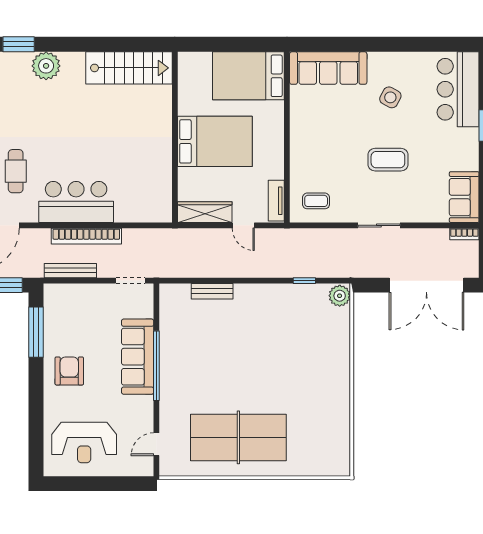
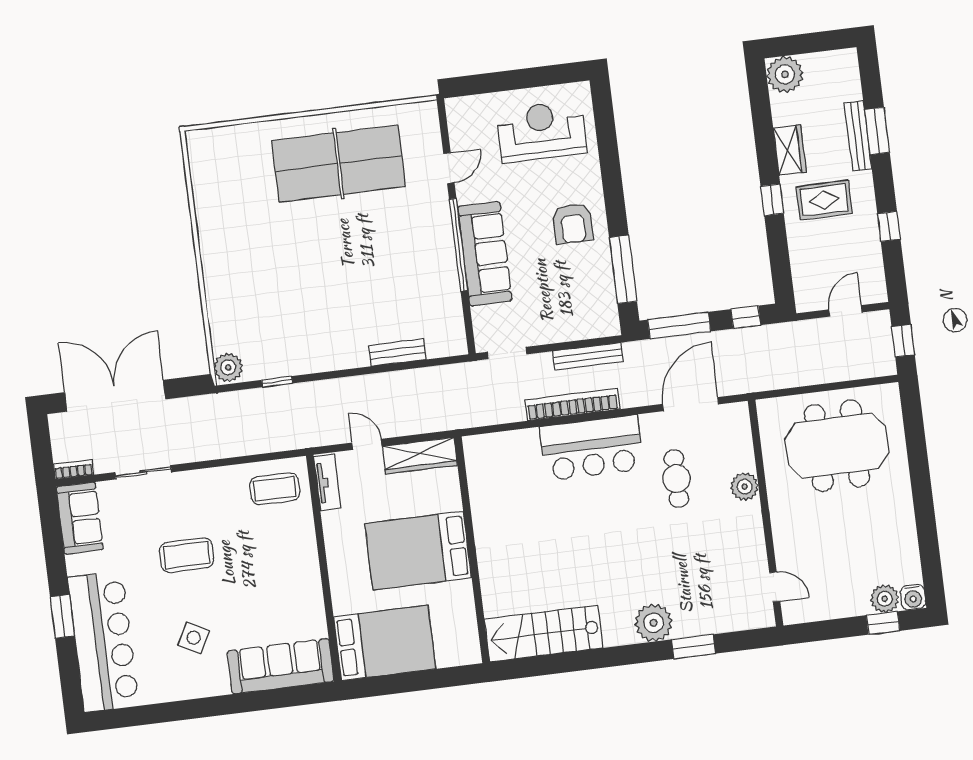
bar counter: (458, 89) -> (103, 642), width x1.36
coffee table: (316, 201) -> (275, 489), width x1.36, depth x1.30
sliding door: (379, 225) -> (143, 472), moved
door: (156, 444) -> (449, 168), moved

